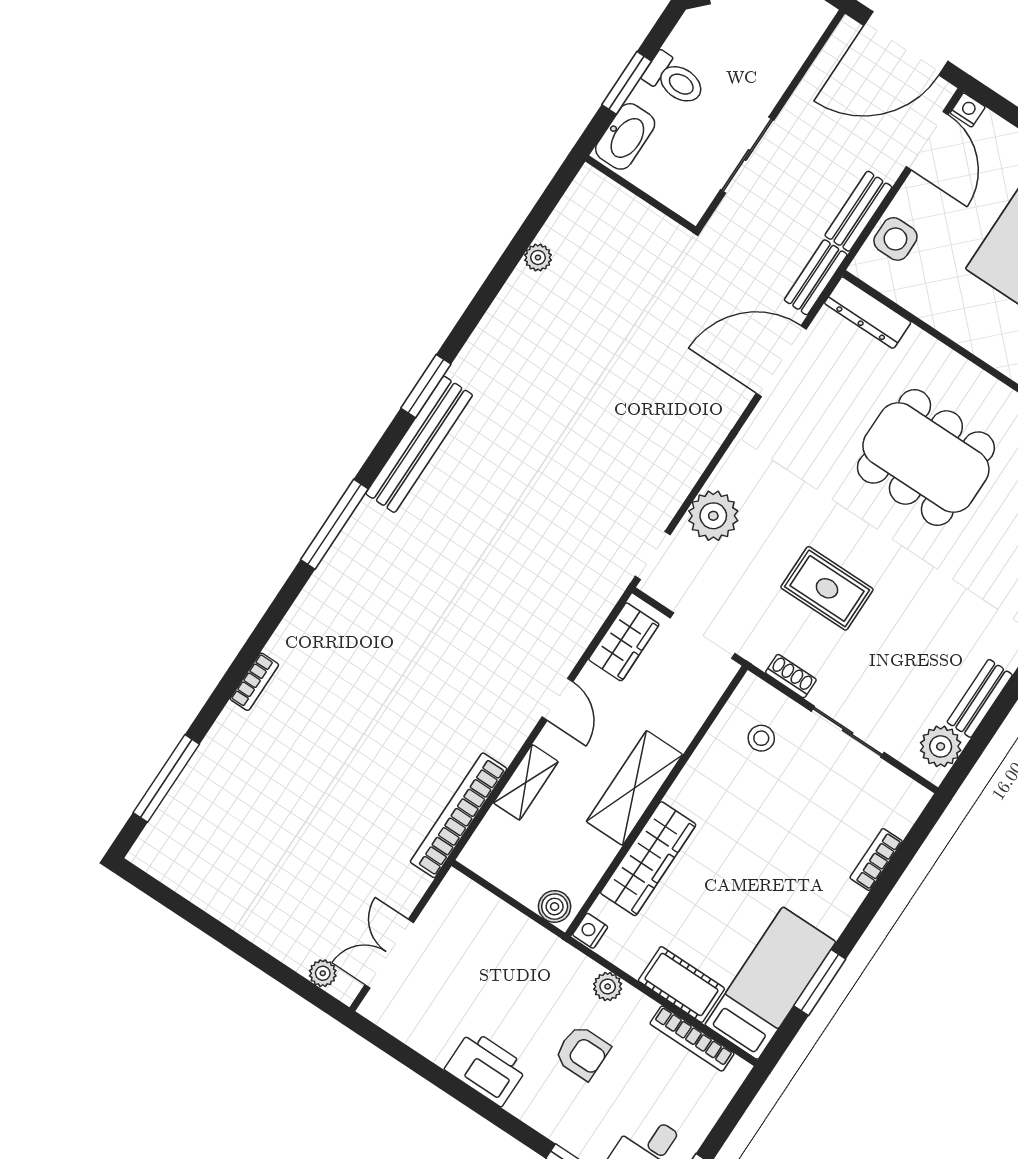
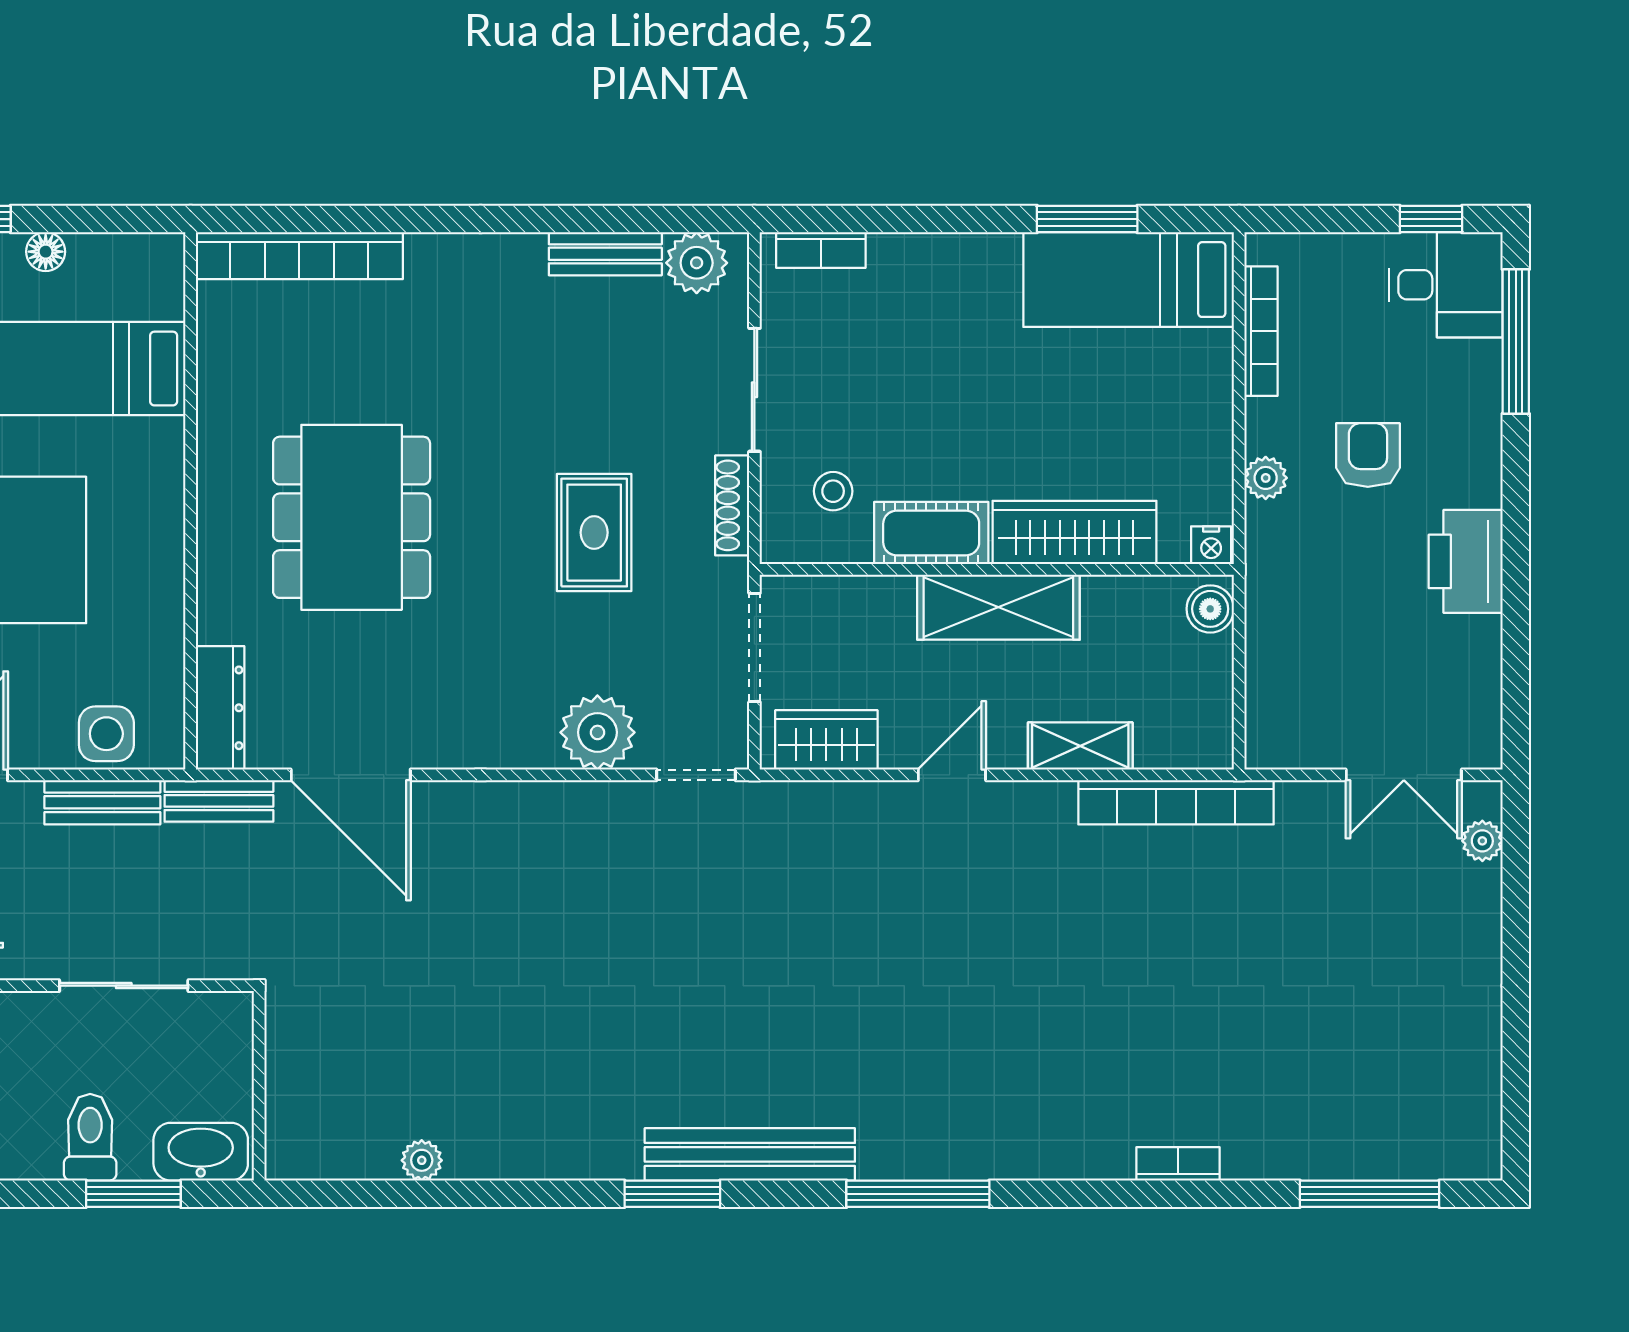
shoe rack: (791, 676) -> (732, 505), width x1.43
bookcase: (876, 859) -> (821, 250), moved
cot: (681, 984) -> (931, 533), moved, turned 90

